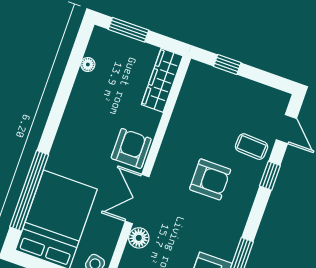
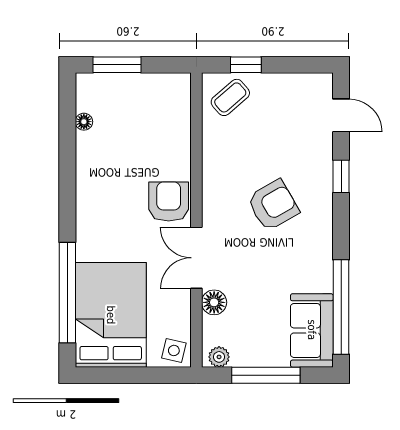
wardrobe: (162, 80) -> (177, 109), removed
coffee table: (251, 147) -> (230, 97), moved, turned -44
armchair: (210, 179) -> (273, 205), turned -30

